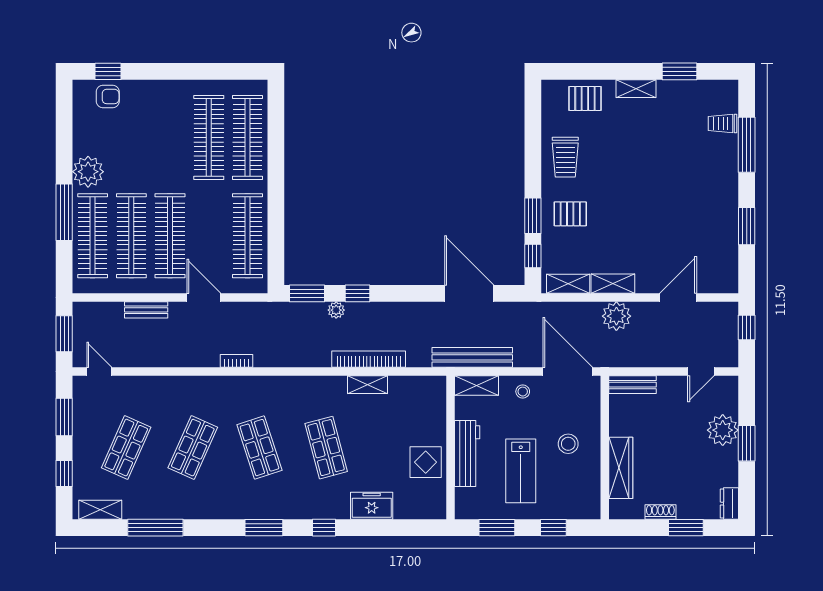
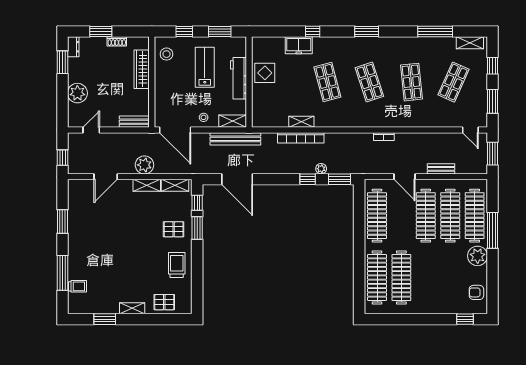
armchair: (108, 96) -> (476, 292), moved
window: (747, 443) -> (62, 62), moved
stool: (568, 444) -> (166, 54), moved
shop shelf: (193, 448) -> (411, 82), turned -30
window: (324, 528) -> (313, 32), moved

